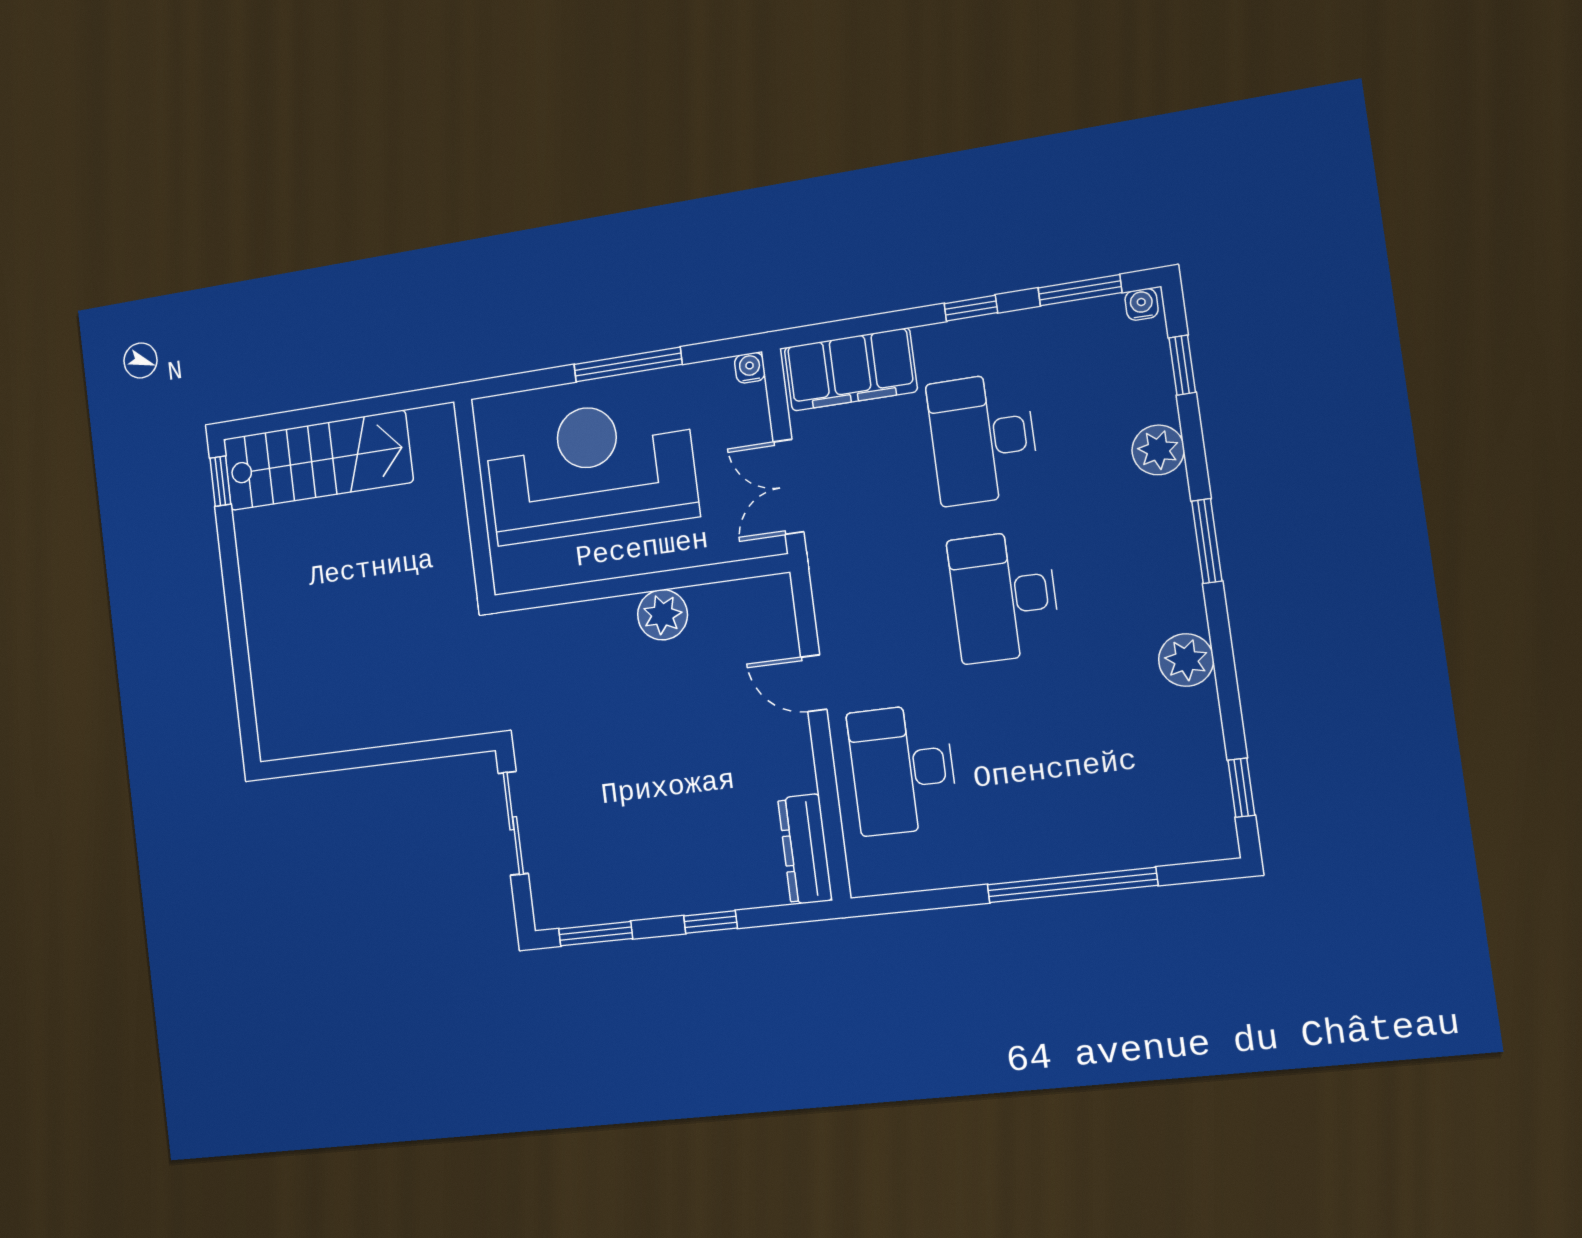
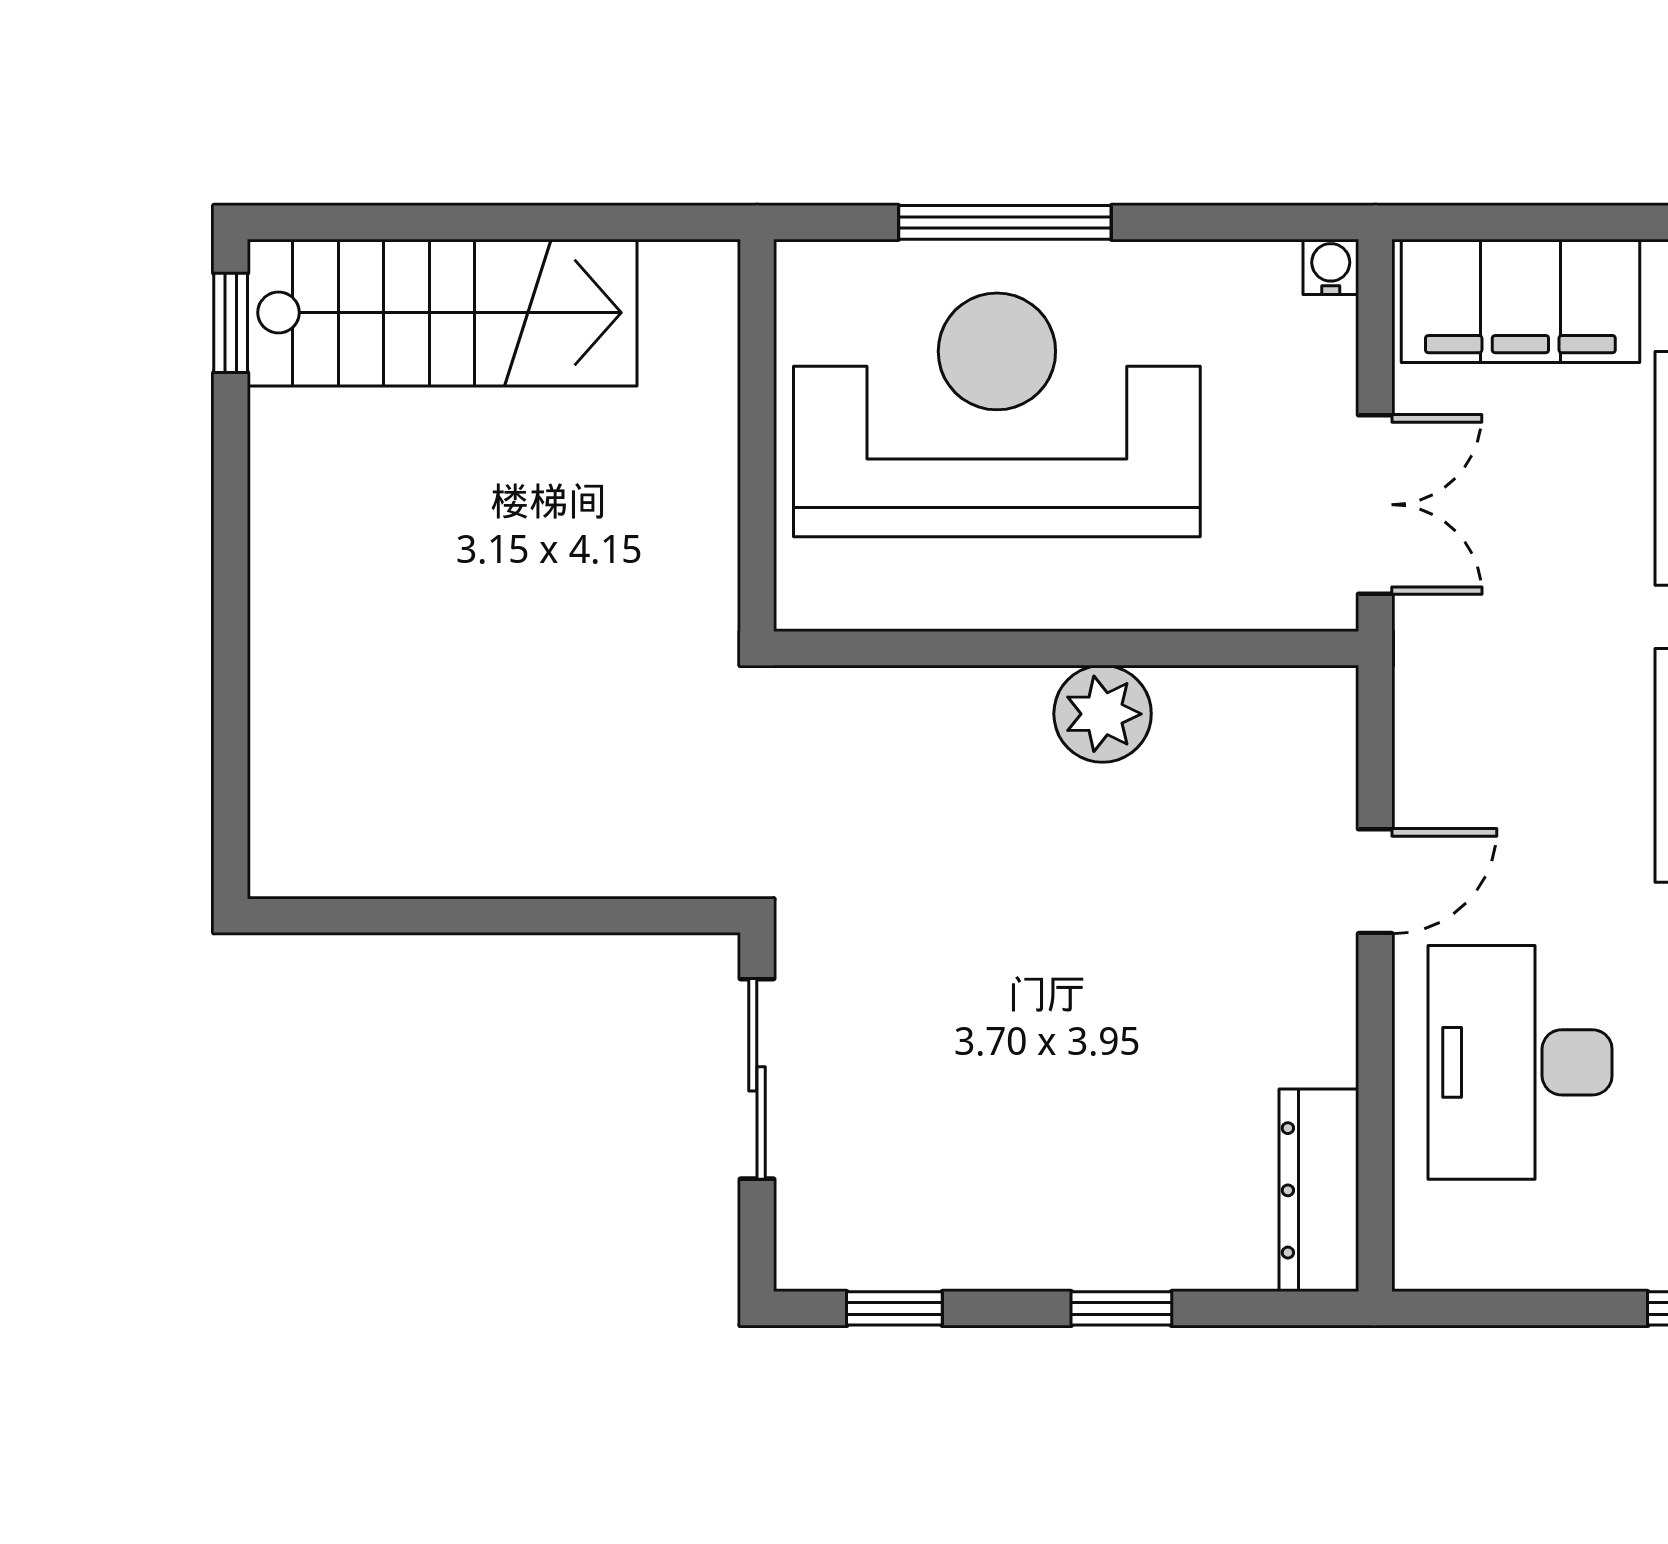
window: (628, 364) -> (1005, 222), moved
double door: (788, 487) -> (1375, 505), swing flipped
door: (814, 683) -> (1375, 881), swing flipped
window: (596, 934) -> (894, 1308), width x0.67

